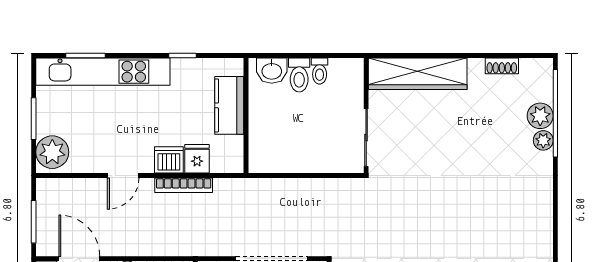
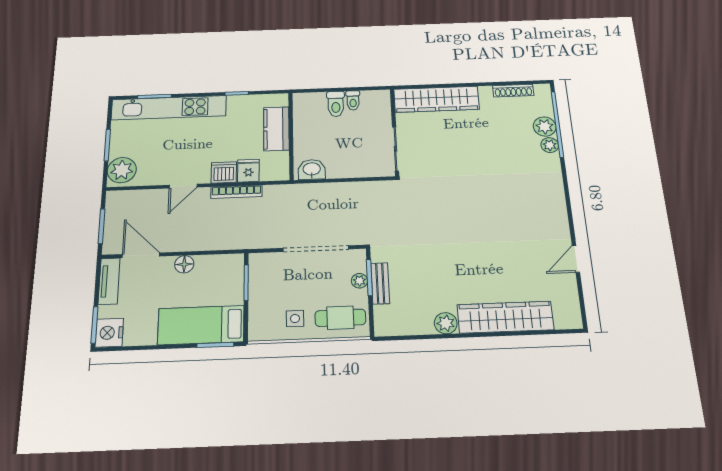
shoe rack: (502, 66) -> (513, 91), width x1.43
washbasin: (272, 71) -> (312, 169), moved, turned 180

